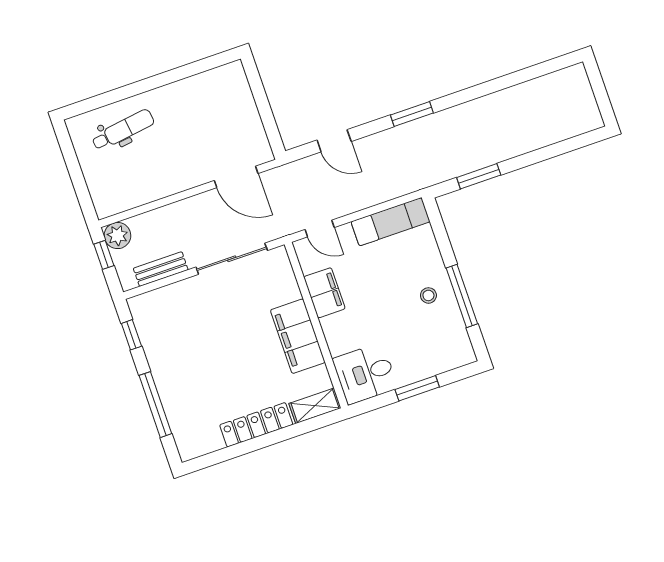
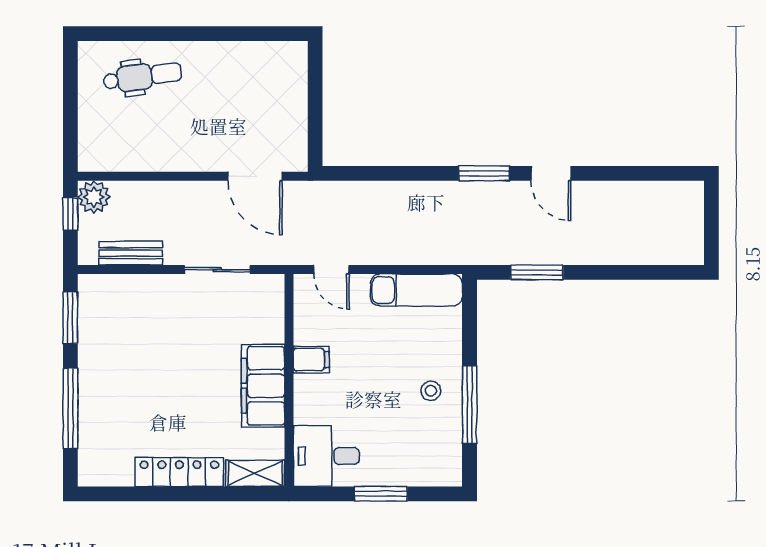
door: (334, 141) -> (551, 173), moved
sliding door: (232, 259) -> (217, 270), width x0.73
filing cabinet: (324, 293) -> (311, 360), width x0.50
window: (131, 335) -> (70, 318), width x1.50

